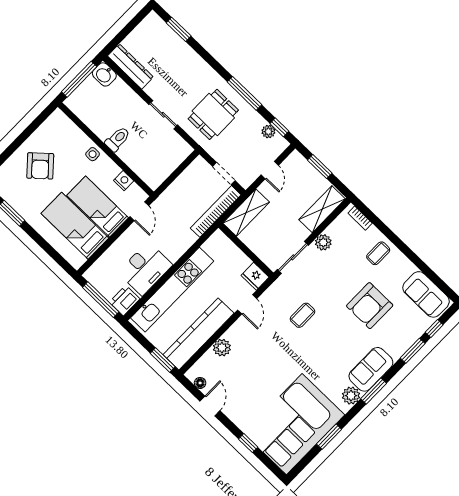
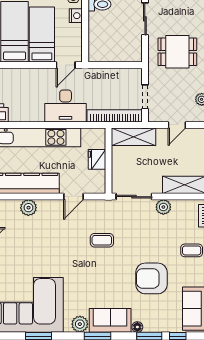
nightstand: (124, 181) -> (76, 16), moved
desk: (145, 269) -> (66, 106), moved
fridge: (255, 276) -> (97, 159), moved
floor lamp: (397, 353) -> (137, 327), added

